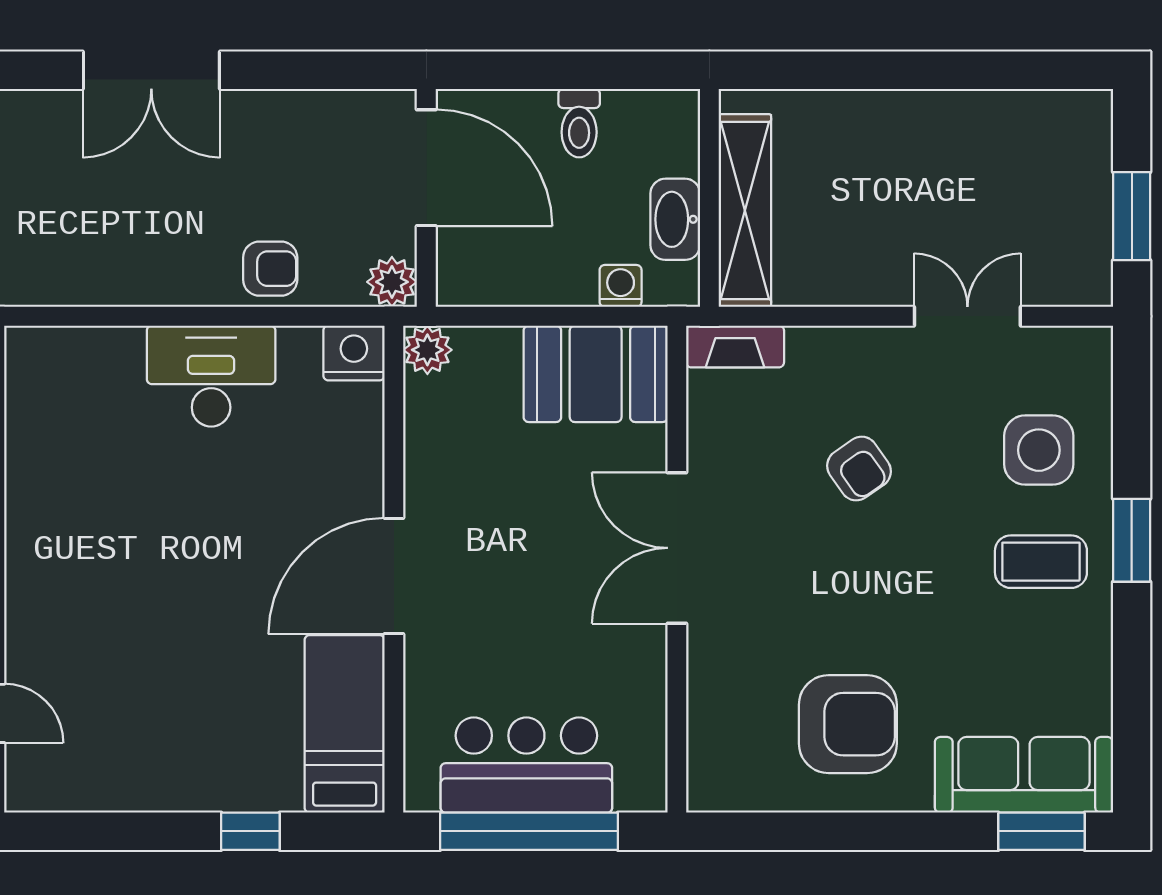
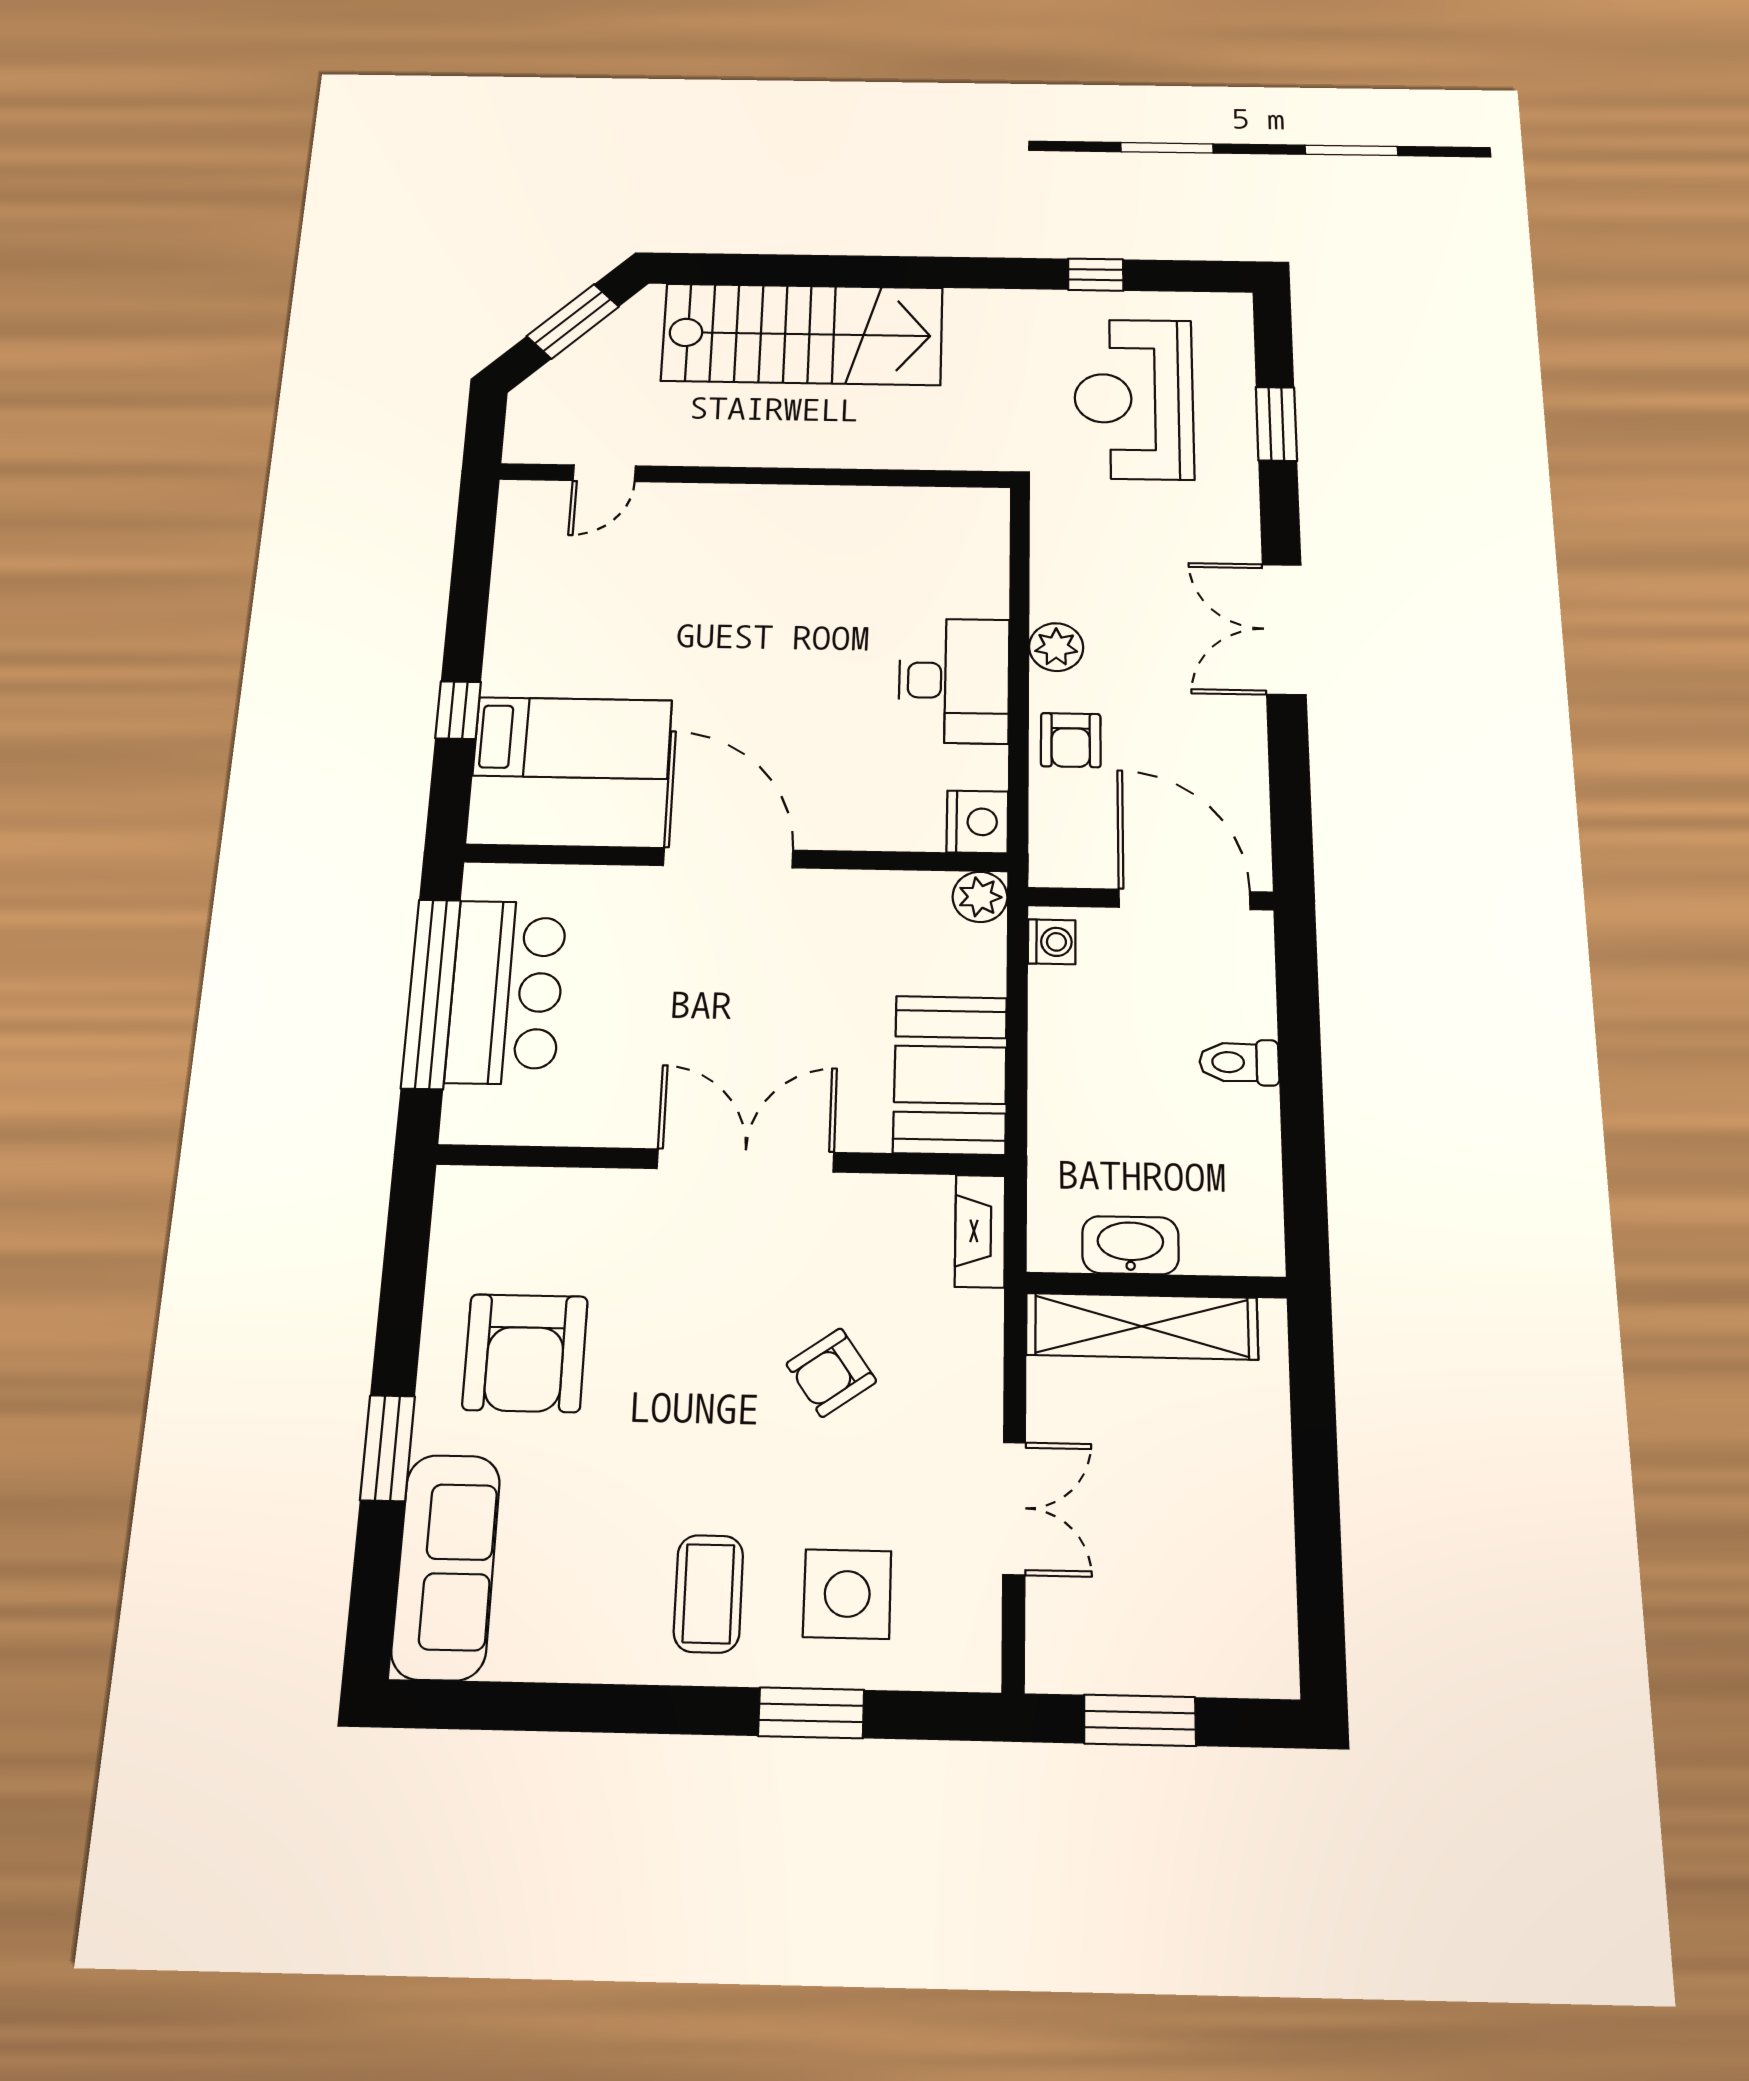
door: (426, 168) -> (1184, 899), swing flipped
wall: (709, 198) -> (1156, 1285), moved
shelving: (745, 211) -> (1142, 1326), moved
washbasin: (675, 219) -> (1130, 1245), moved
plant: (392, 282) -> (1056, 647), moved
washing machine: (621, 286) -> (1052, 942), moved
window: (1132, 540) -> (811, 1713), moved
bed: (345, 724) -> (573, 738), moved
window: (1042, 831) -> (388, 1448), moved

